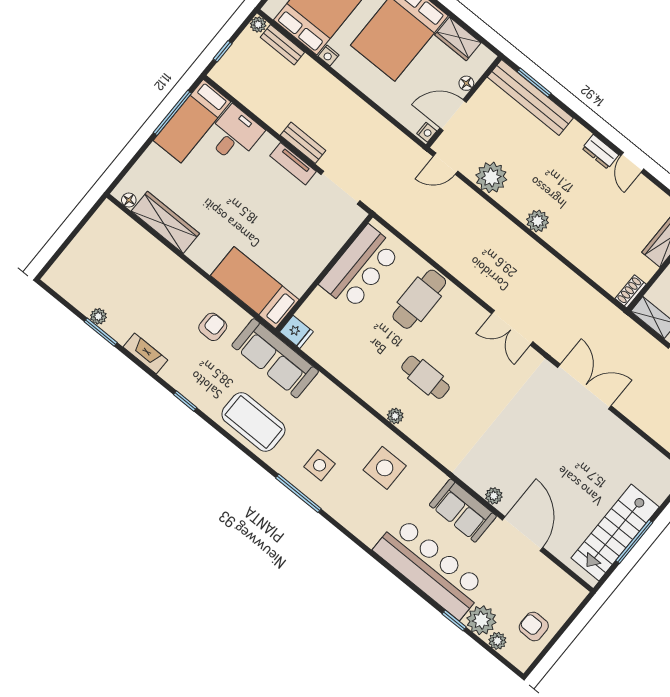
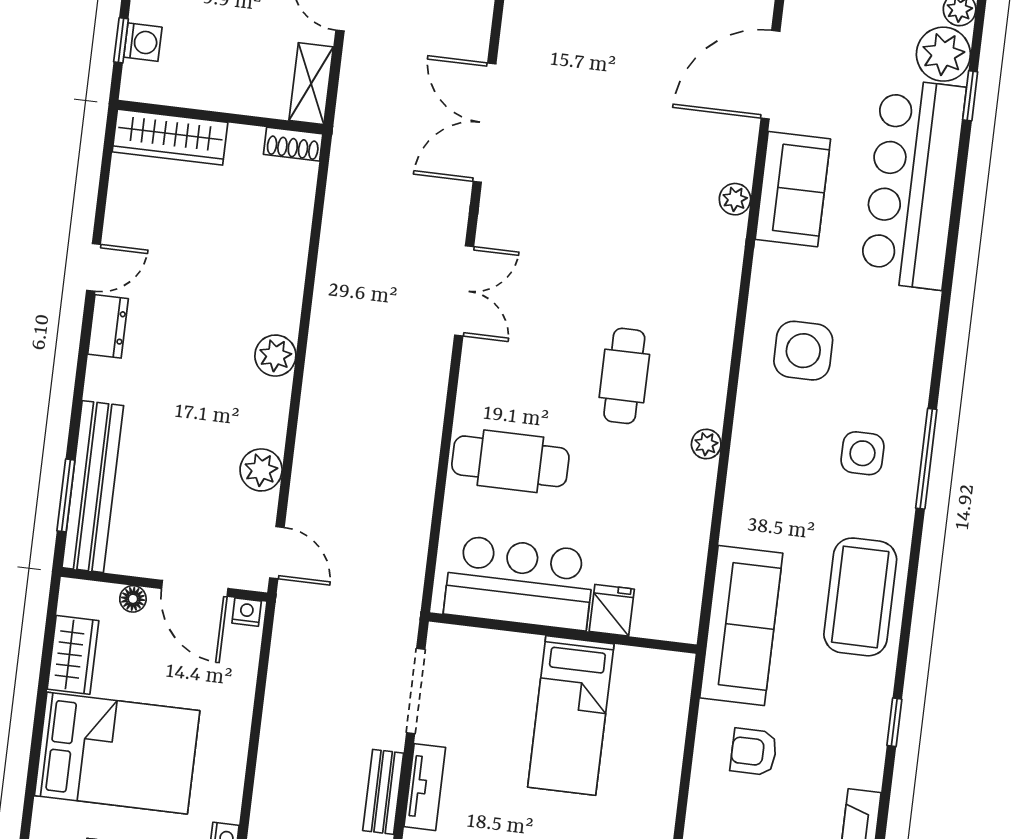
plant: (491, 177) -> (261, 470), width x0.73, depth x0.73
bed: (255, 288) -> (571, 715), moved
fridge: (296, 332) -> (612, 610), moved
plant: (395, 416) -> (706, 444), moved
plant: (494, 496) -> (735, 199), moved

